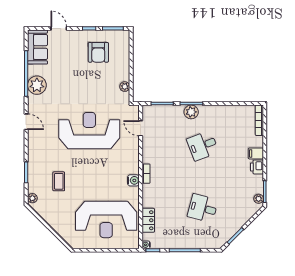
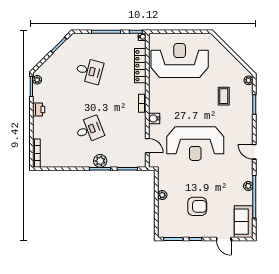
armchair: (98, 52) -> (197, 206), moved, turned 90
plant: (37, 85) -> (248, 186), width x0.53, depth x0.53
plant: (125, 87) -> (162, 195), moved
filing cabinet: (256, 153) -> (40, 122), removed
water cooler: (133, 180) -> (154, 118), moved
locker: (148, 220) -> (140, 66), width x1.53

